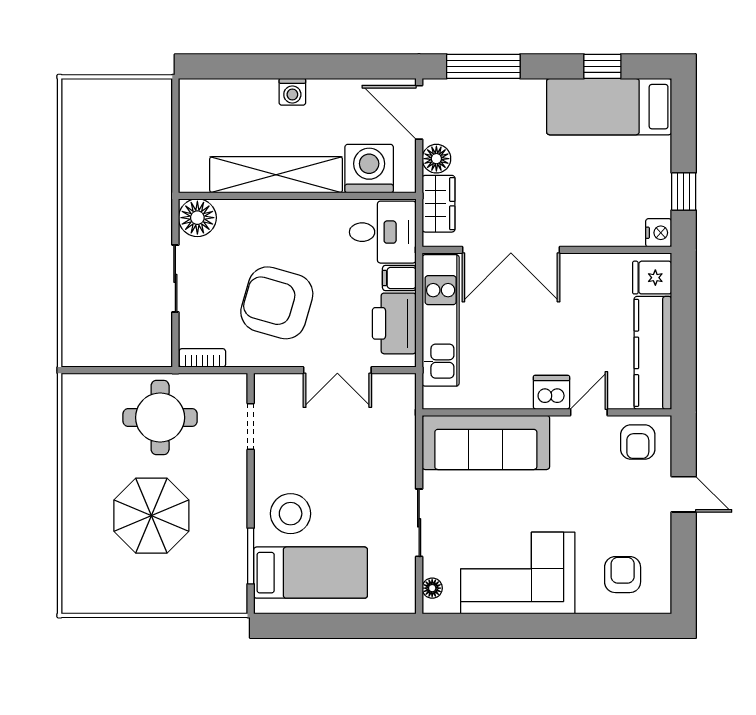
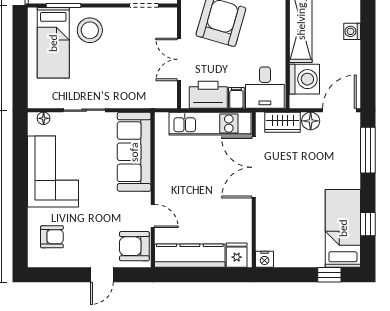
window: (684, 192) -> (329, 275), moved
dishwasher: (551, 392) -> (165, 192), removed
armchair: (638, 442) -> (134, 246), width x1.38, depth x1.38

